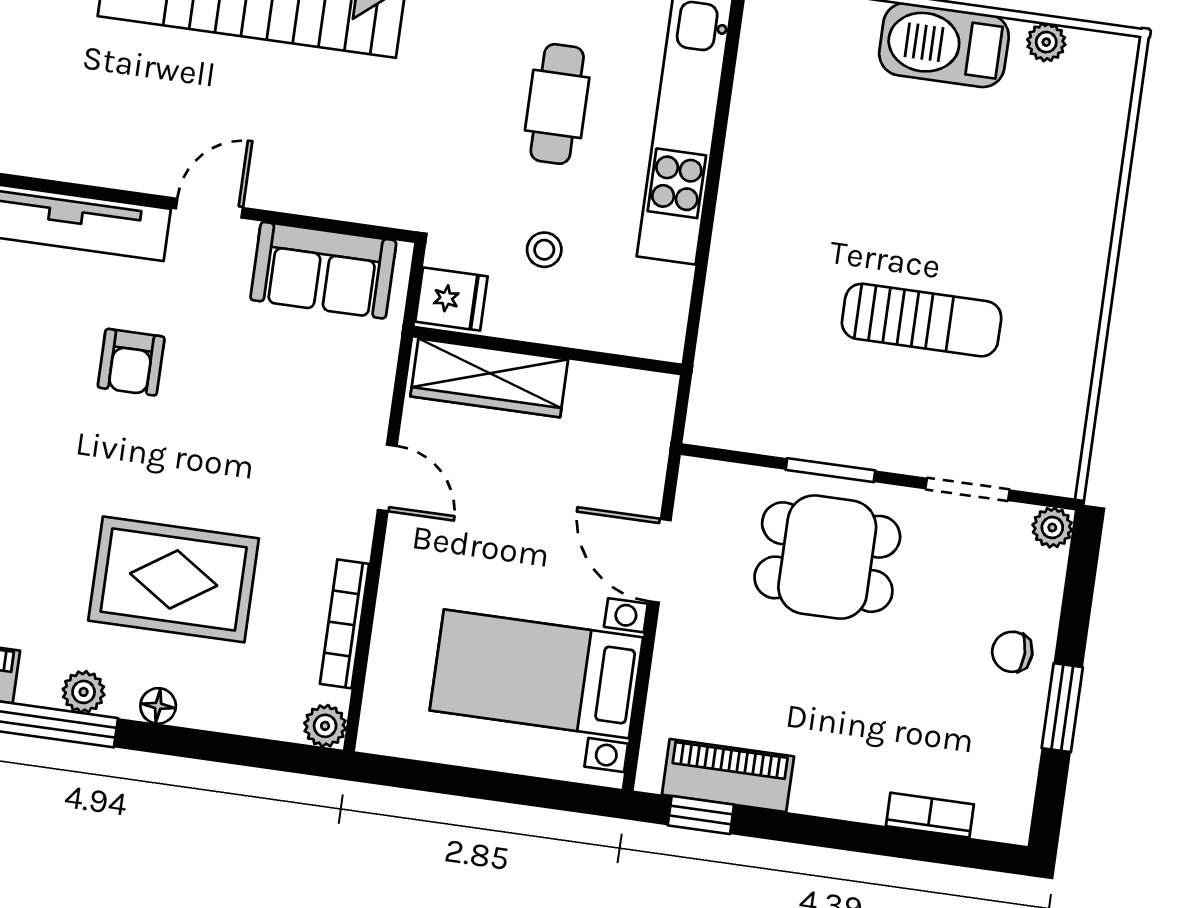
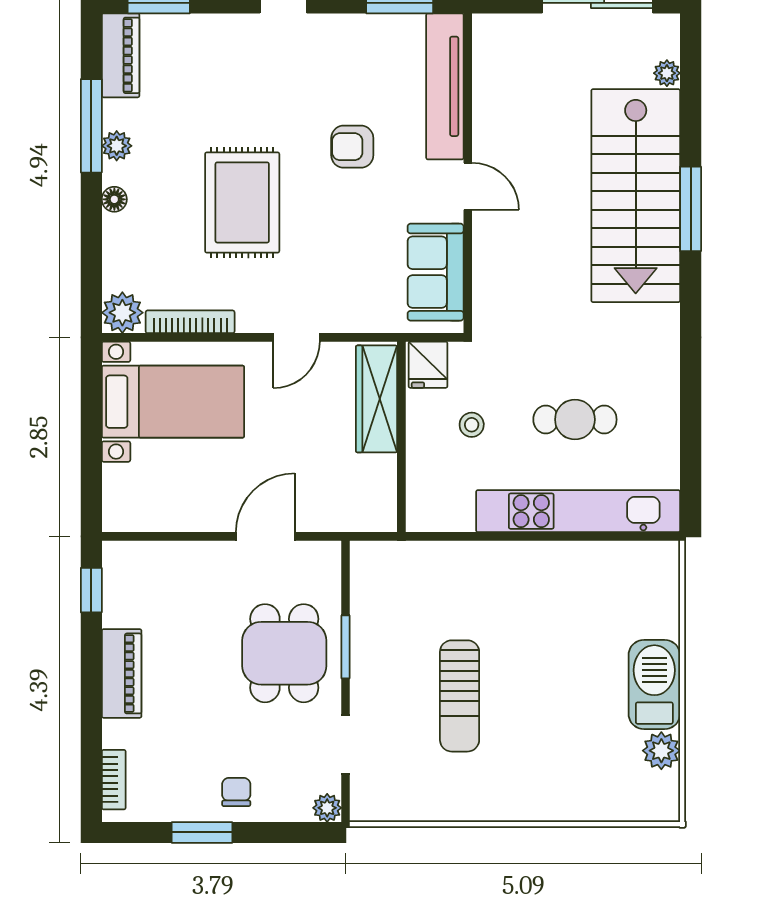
plant: (1046, 42) -> (661, 751), width x1.38, depth x1.38
rug: (174, 579) -> (242, 202), moved
bed with nightstands: (536, 674) -> (173, 402), moved, turned 90
plant: (325, 726) -> (122, 313), width x1.38, depth x1.38
piano: (728, 775) -> (122, 673), moved
bookcase: (930, 815) -> (114, 780), moved

